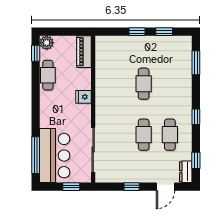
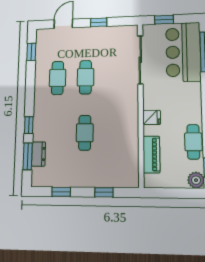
window: (137, 32) -> (104, 192), moved
piano: (84, 52) -> (151, 155), moved
window: (196, 117) -> (29, 125), moved
dresser: (186, 172) -> (39, 154), moved

